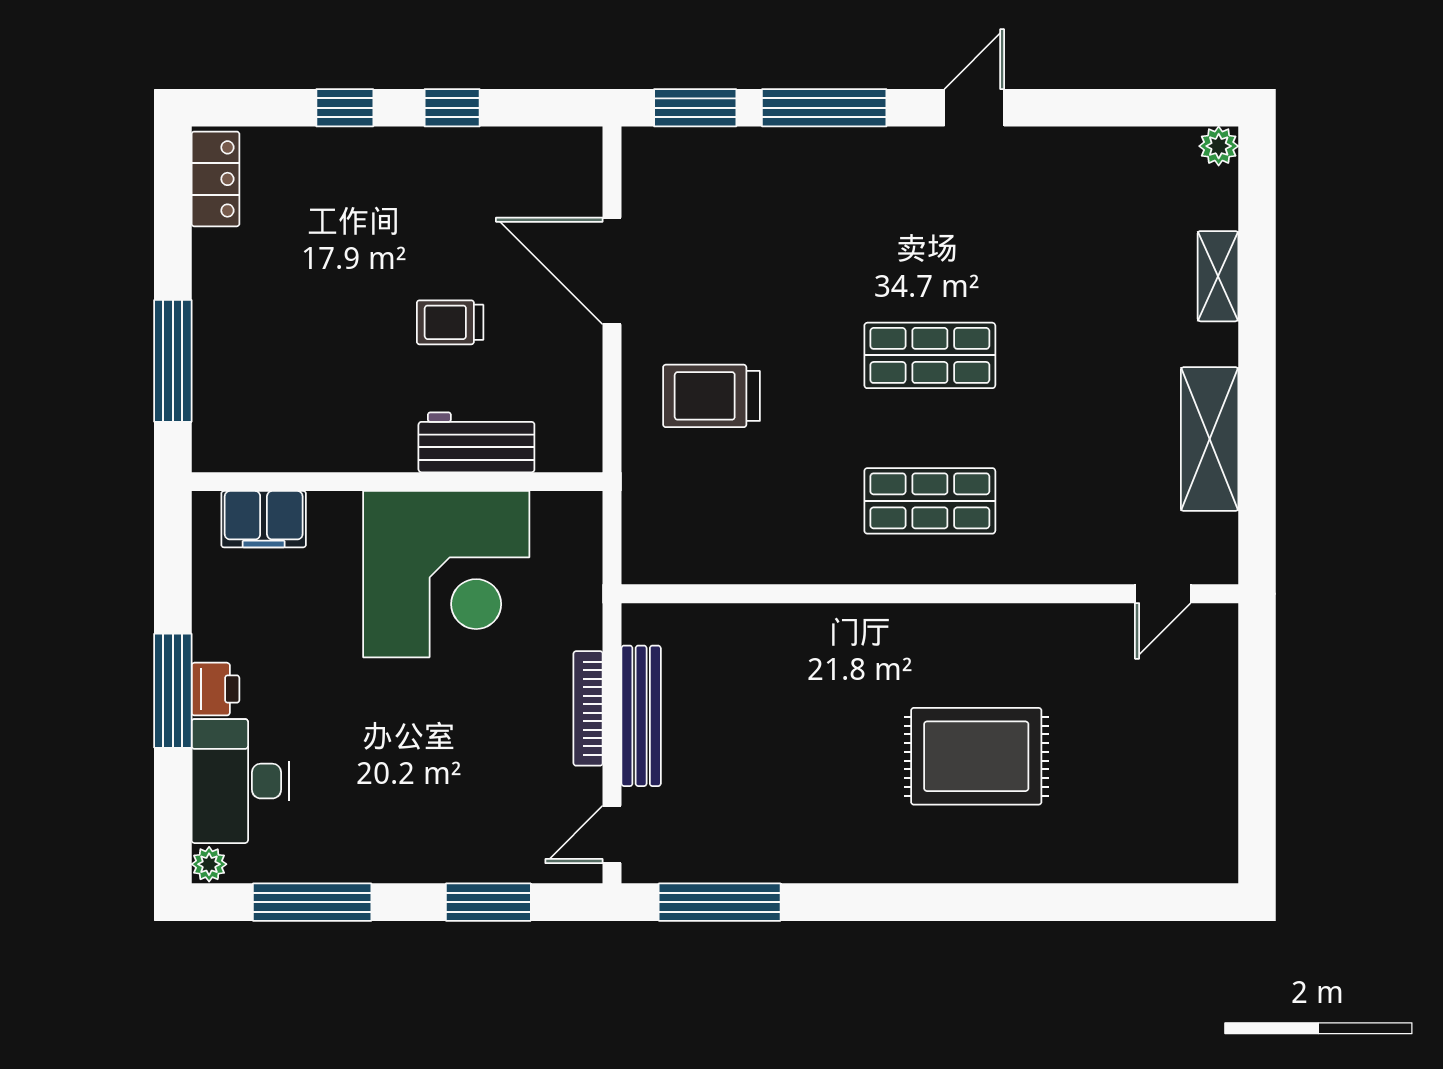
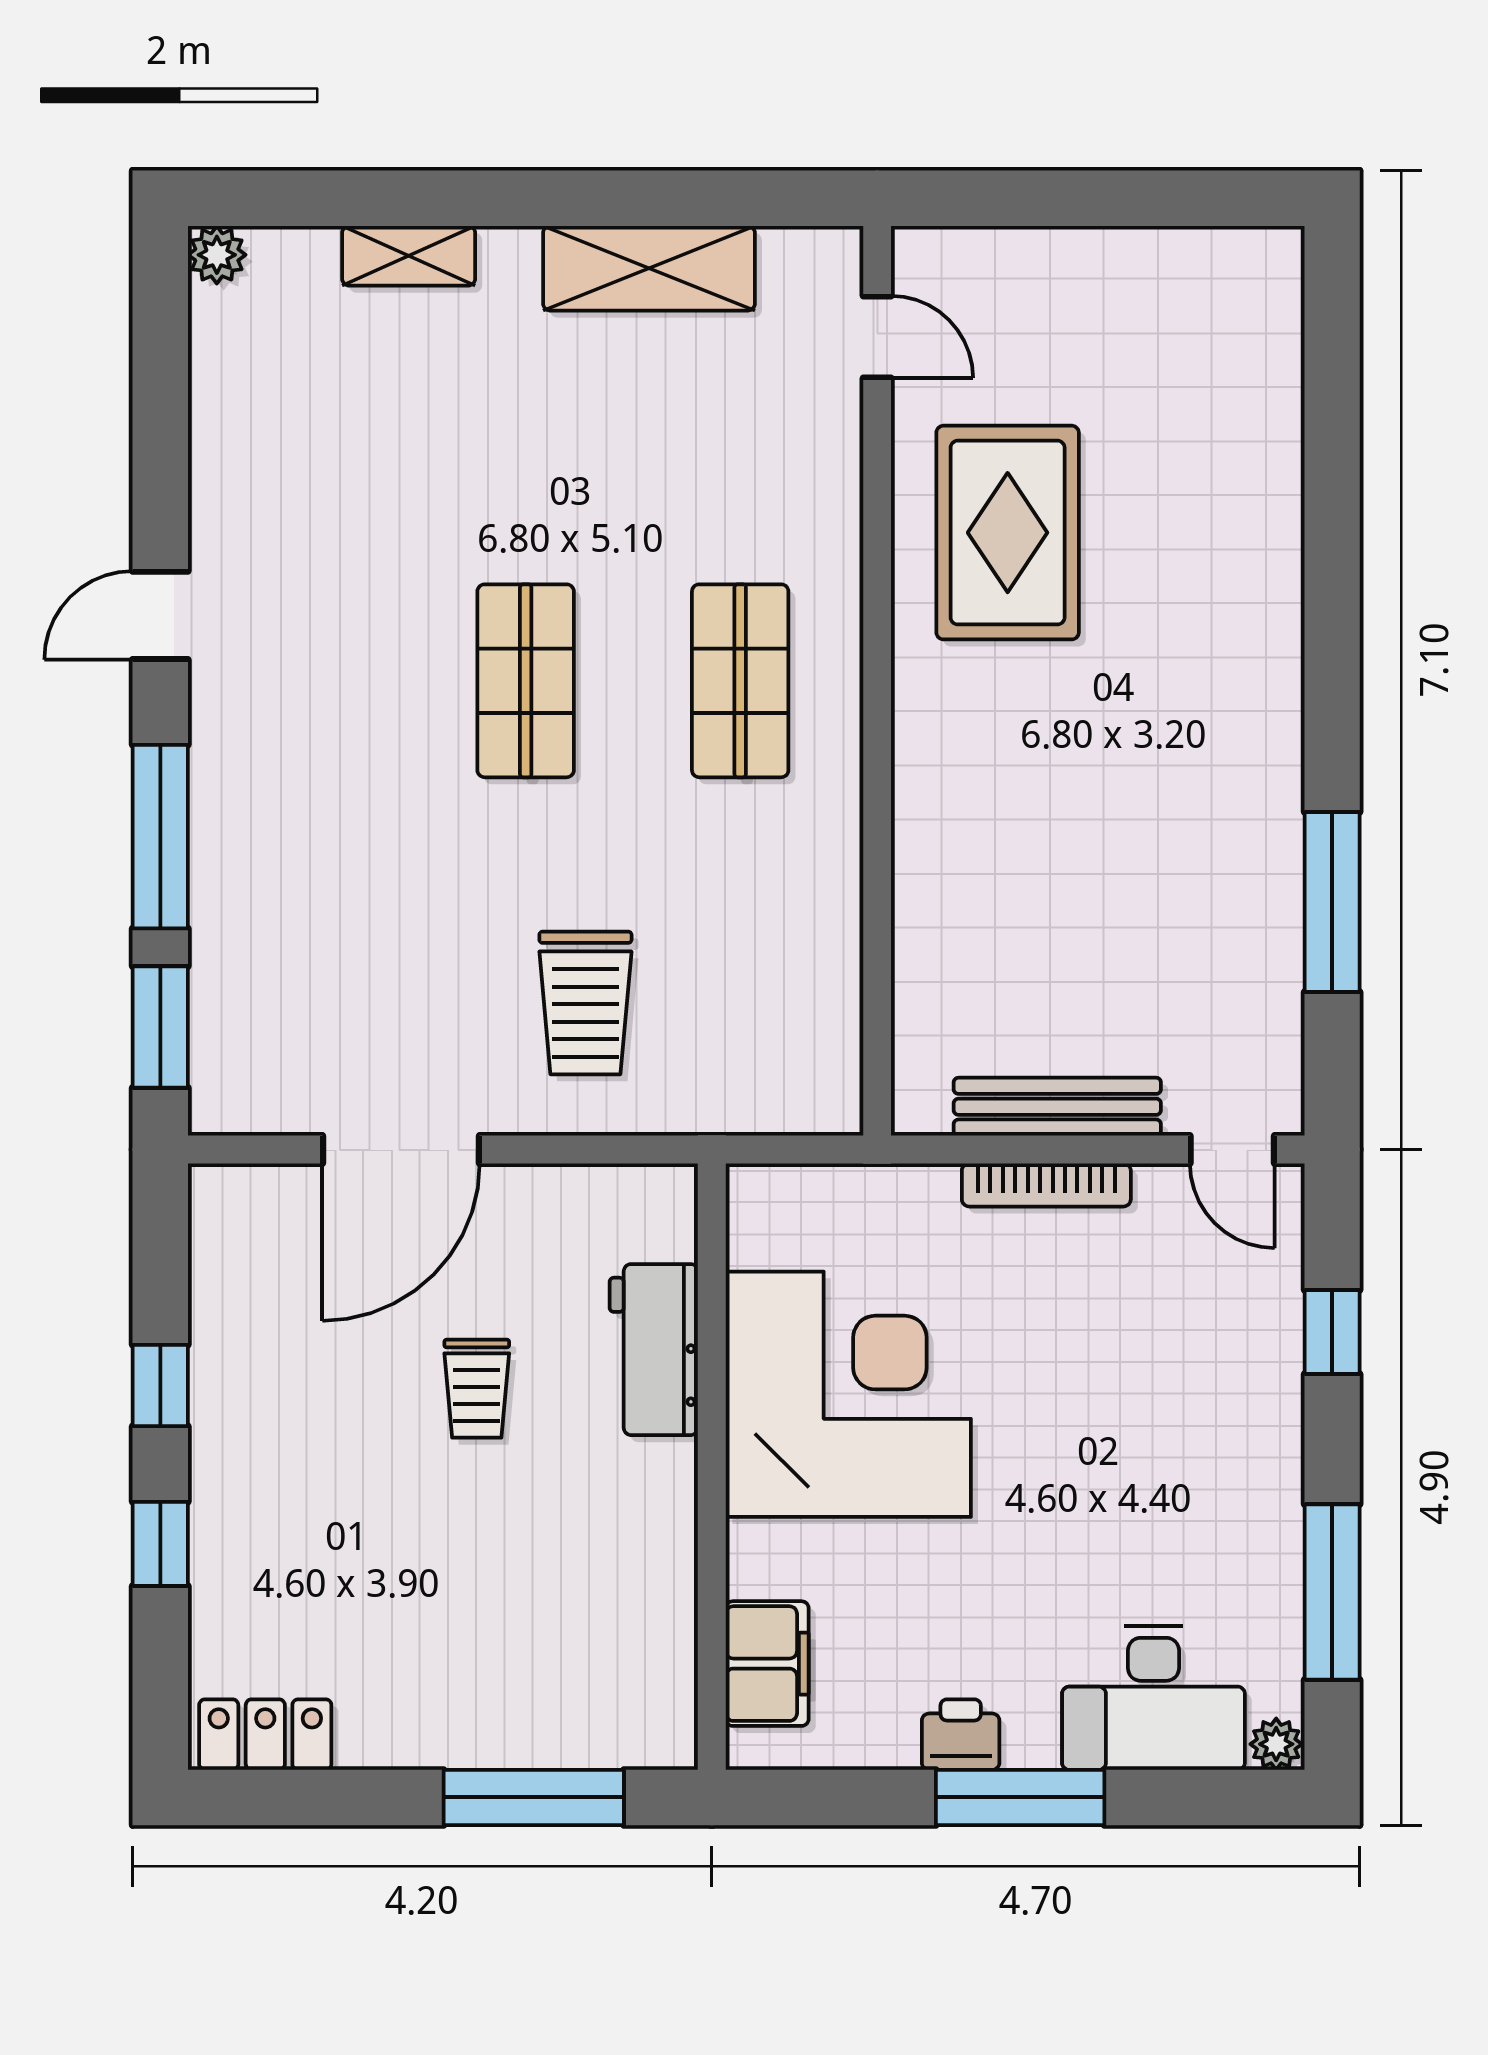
door: (974, 108) -> (160, 615), hinge flipped
printer: (215, 689) -> (961, 1735), moved
rug: (976, 756) -> (1008, 533), moved
window: (488, 902) -> (1332, 1332), width x0.67
window: (720, 902) -> (1332, 902), moved

